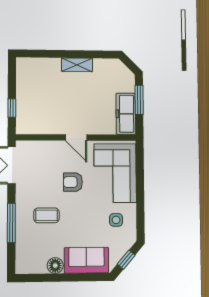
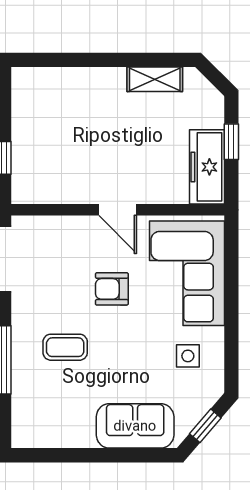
shelving: (77, 65) -> (155, 79), moved
window: (139, 100) -> (231, 142), width x0.67
floor lamp: (55, 266) -> (80, 434), removed

